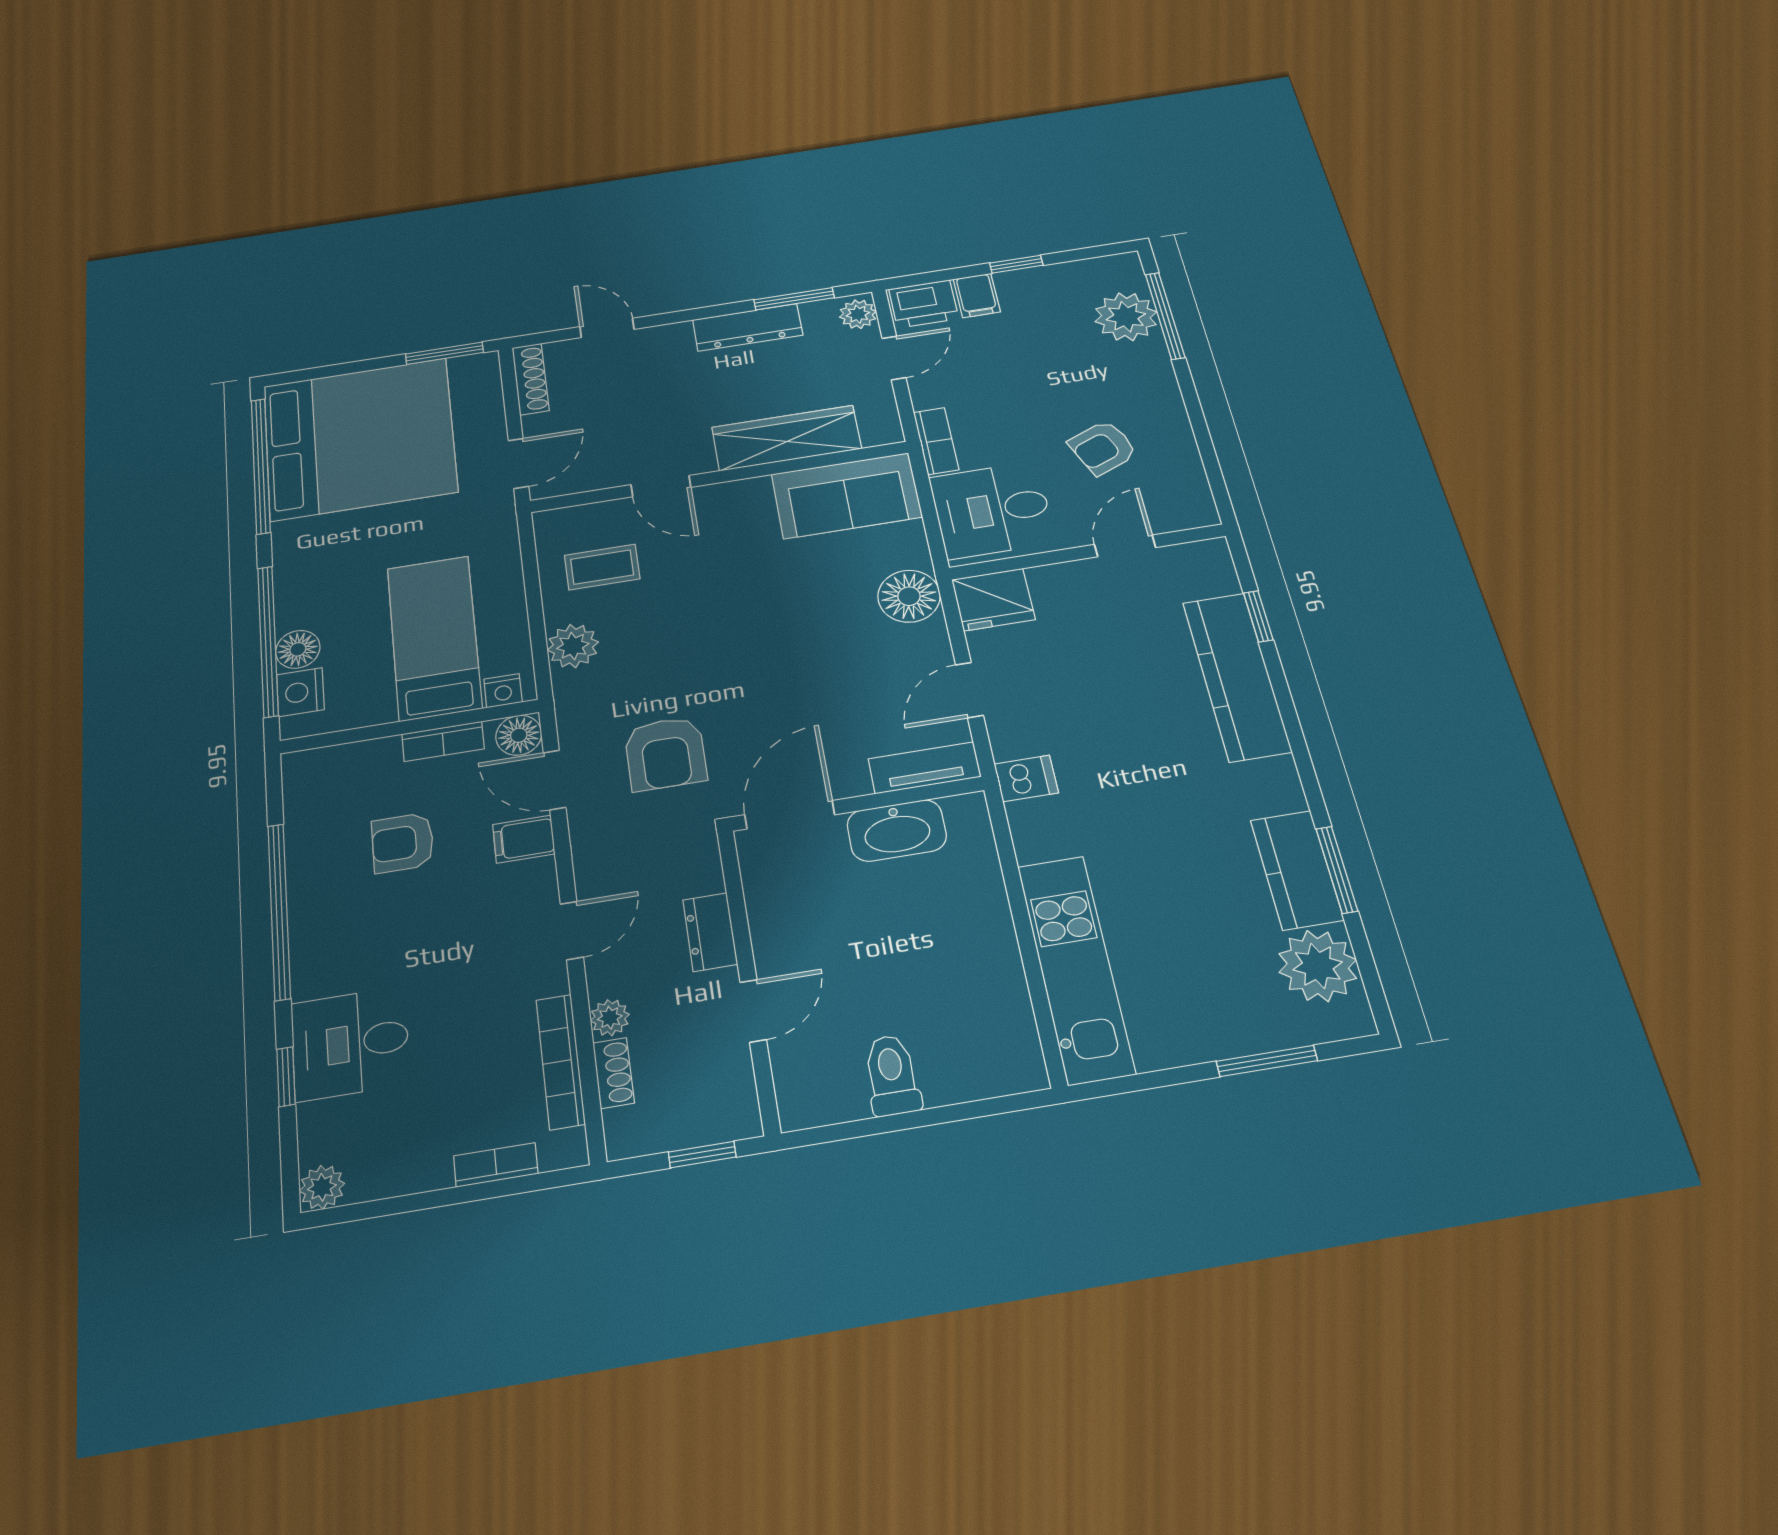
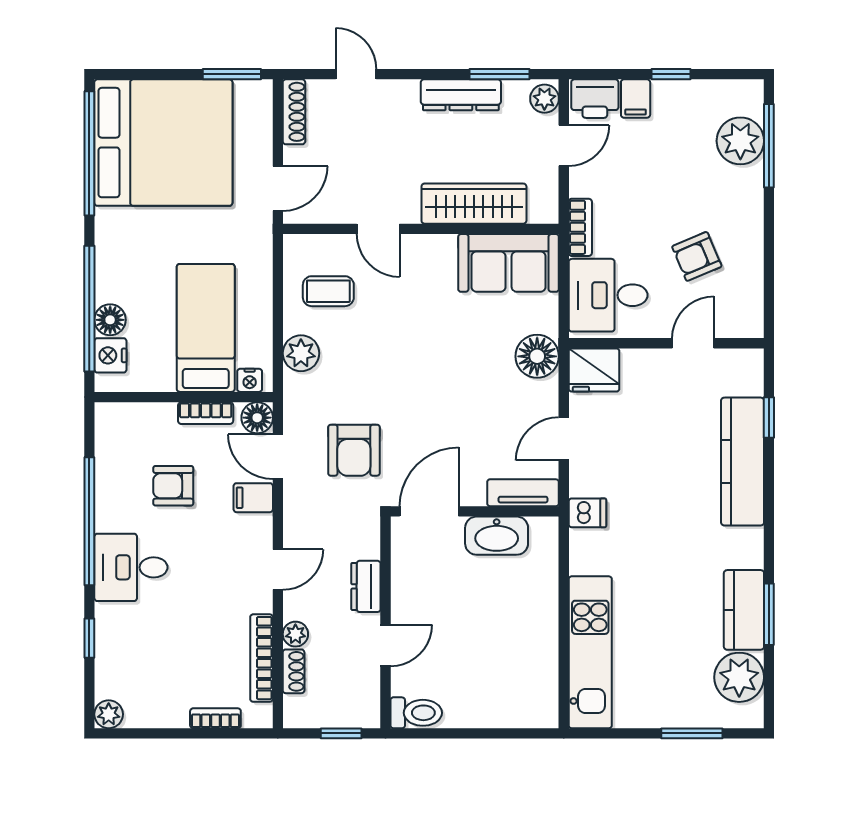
desk: (350, 1043) -> (131, 567), moved
toilet: (892, 1075) -> (416, 713), moved, turned 90

